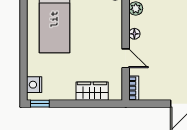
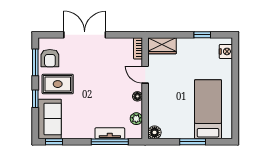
wardrobe: (92, 91) -> (162, 46), moved
window: (40, 104) -> (202, 35), moved

